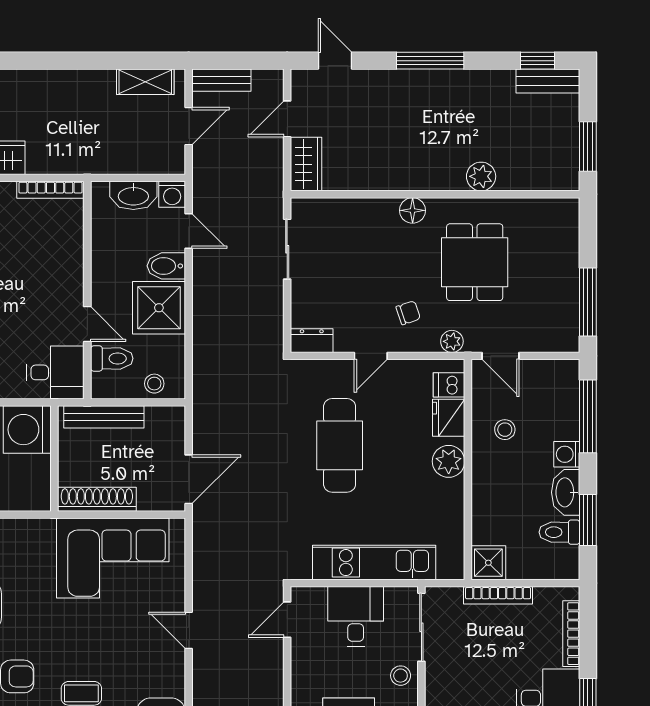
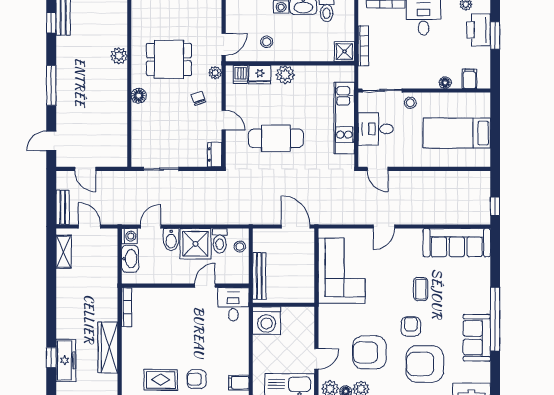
wardrobe: (306, 164) -> (112, 158), removed
toilet: (112, 358) -> (220, 241), moved, turned 180
shoe rack: (97, 499) -> (307, 280), removed

